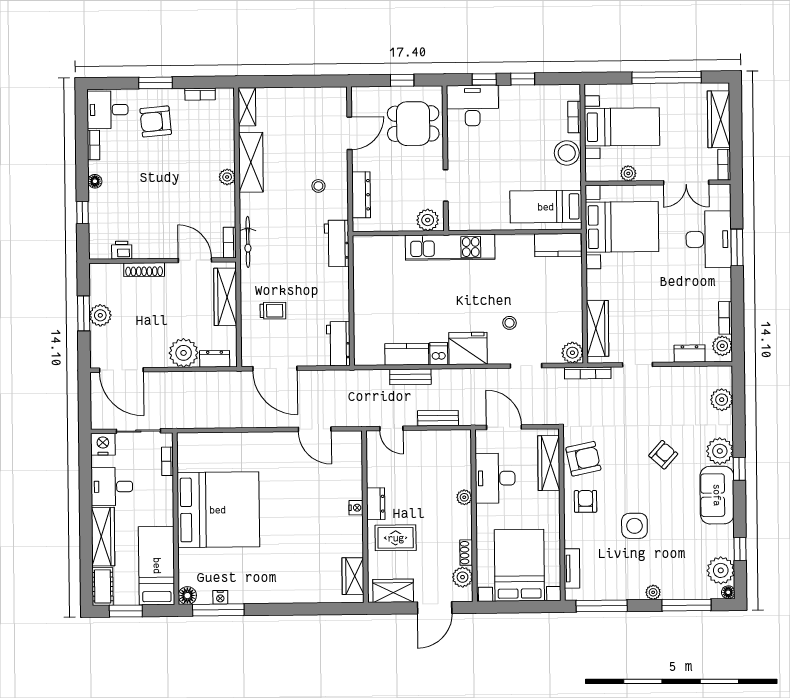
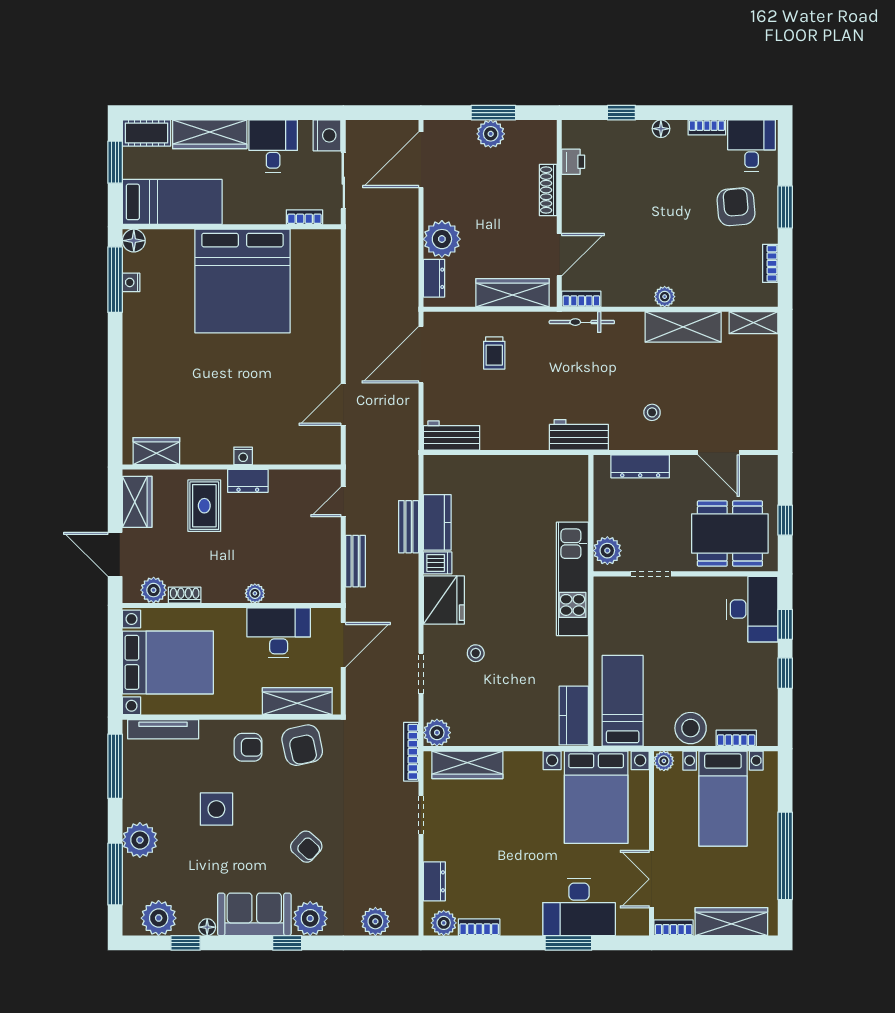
dining table: (413, 124) -> (730, 534), width x1.38
plant: (628, 173) -> (664, 761), moved
tv unit: (572, 568) -> (163, 729), width x1.41
plant: (653, 592) -> (140, 840), width x1.87, depth x1.87
floor lamp: (728, 592) -> (207, 927), moved

